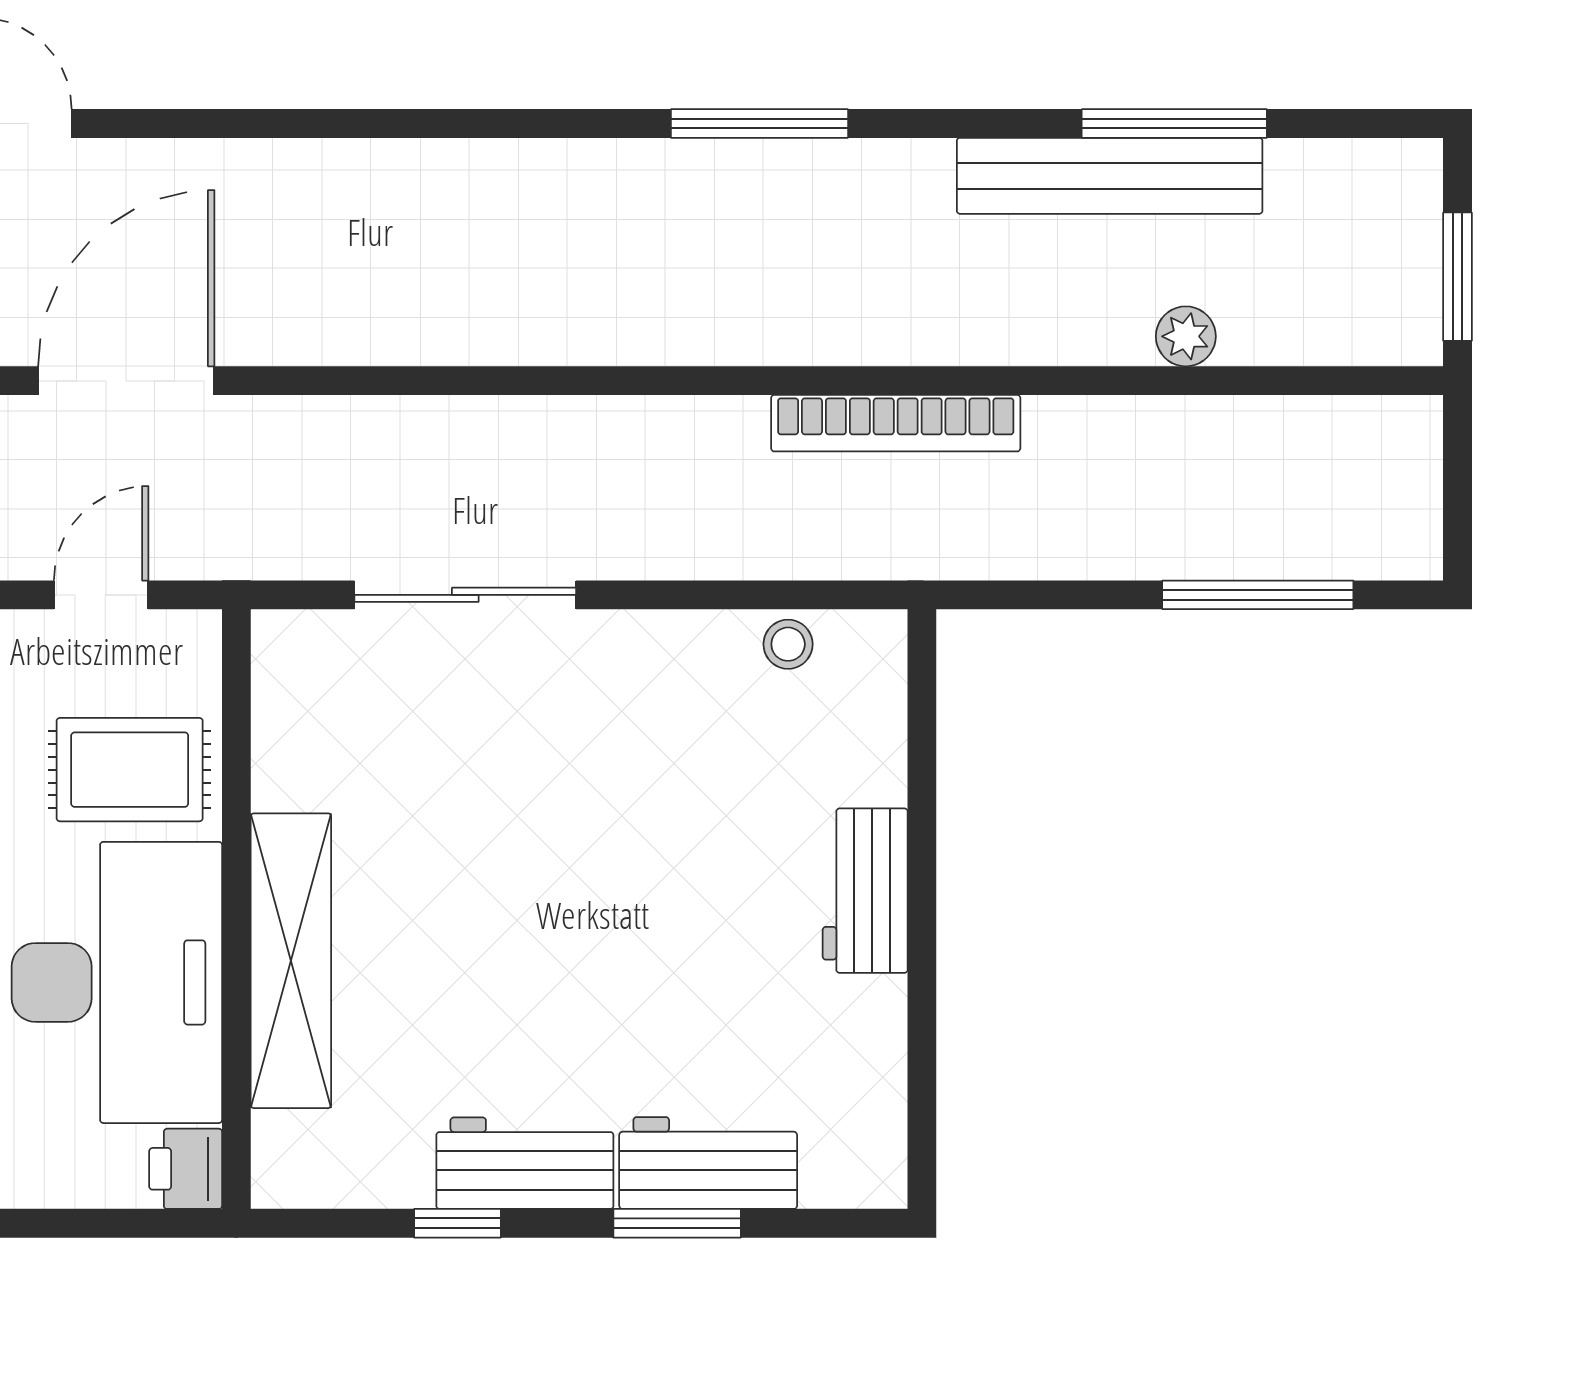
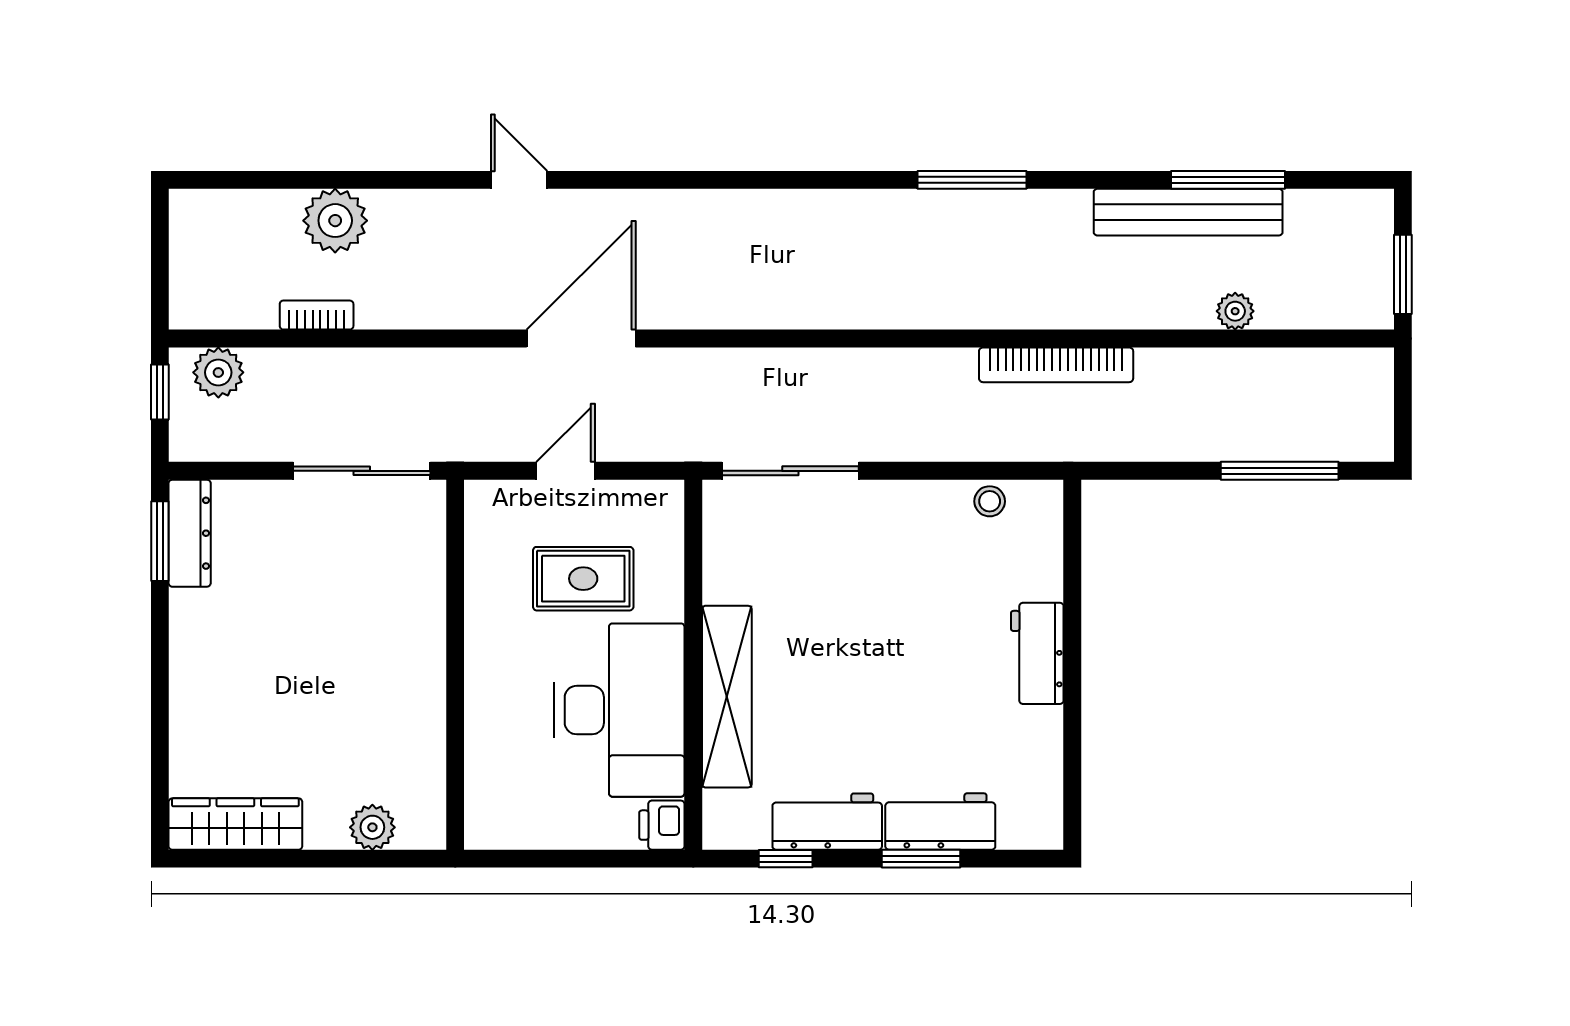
wall: (236, 909) -> (693, 665), moved
shelving: (291, 961) -> (727, 697), moved
desk: (117, 982) -> (619, 710), moved
printer: (186, 1169) -> (662, 825), moved

